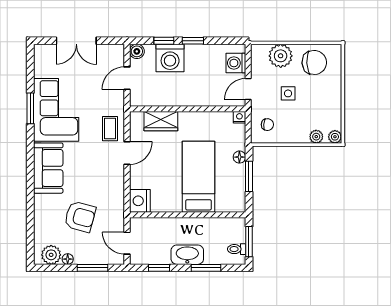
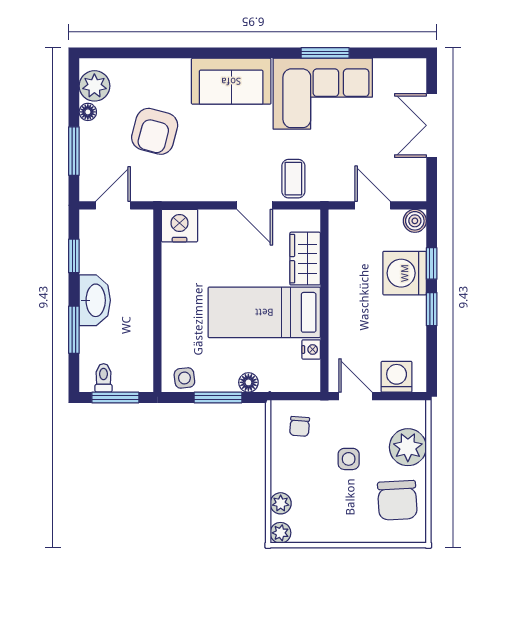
nightstand: (239, 117) -> (311, 349), moved
coffee table: (110, 129) -> (293, 179), turned 90
bed: (198, 177) -> (264, 312), moved, turned 180
side table: (237, 198) -> (184, 378), added

